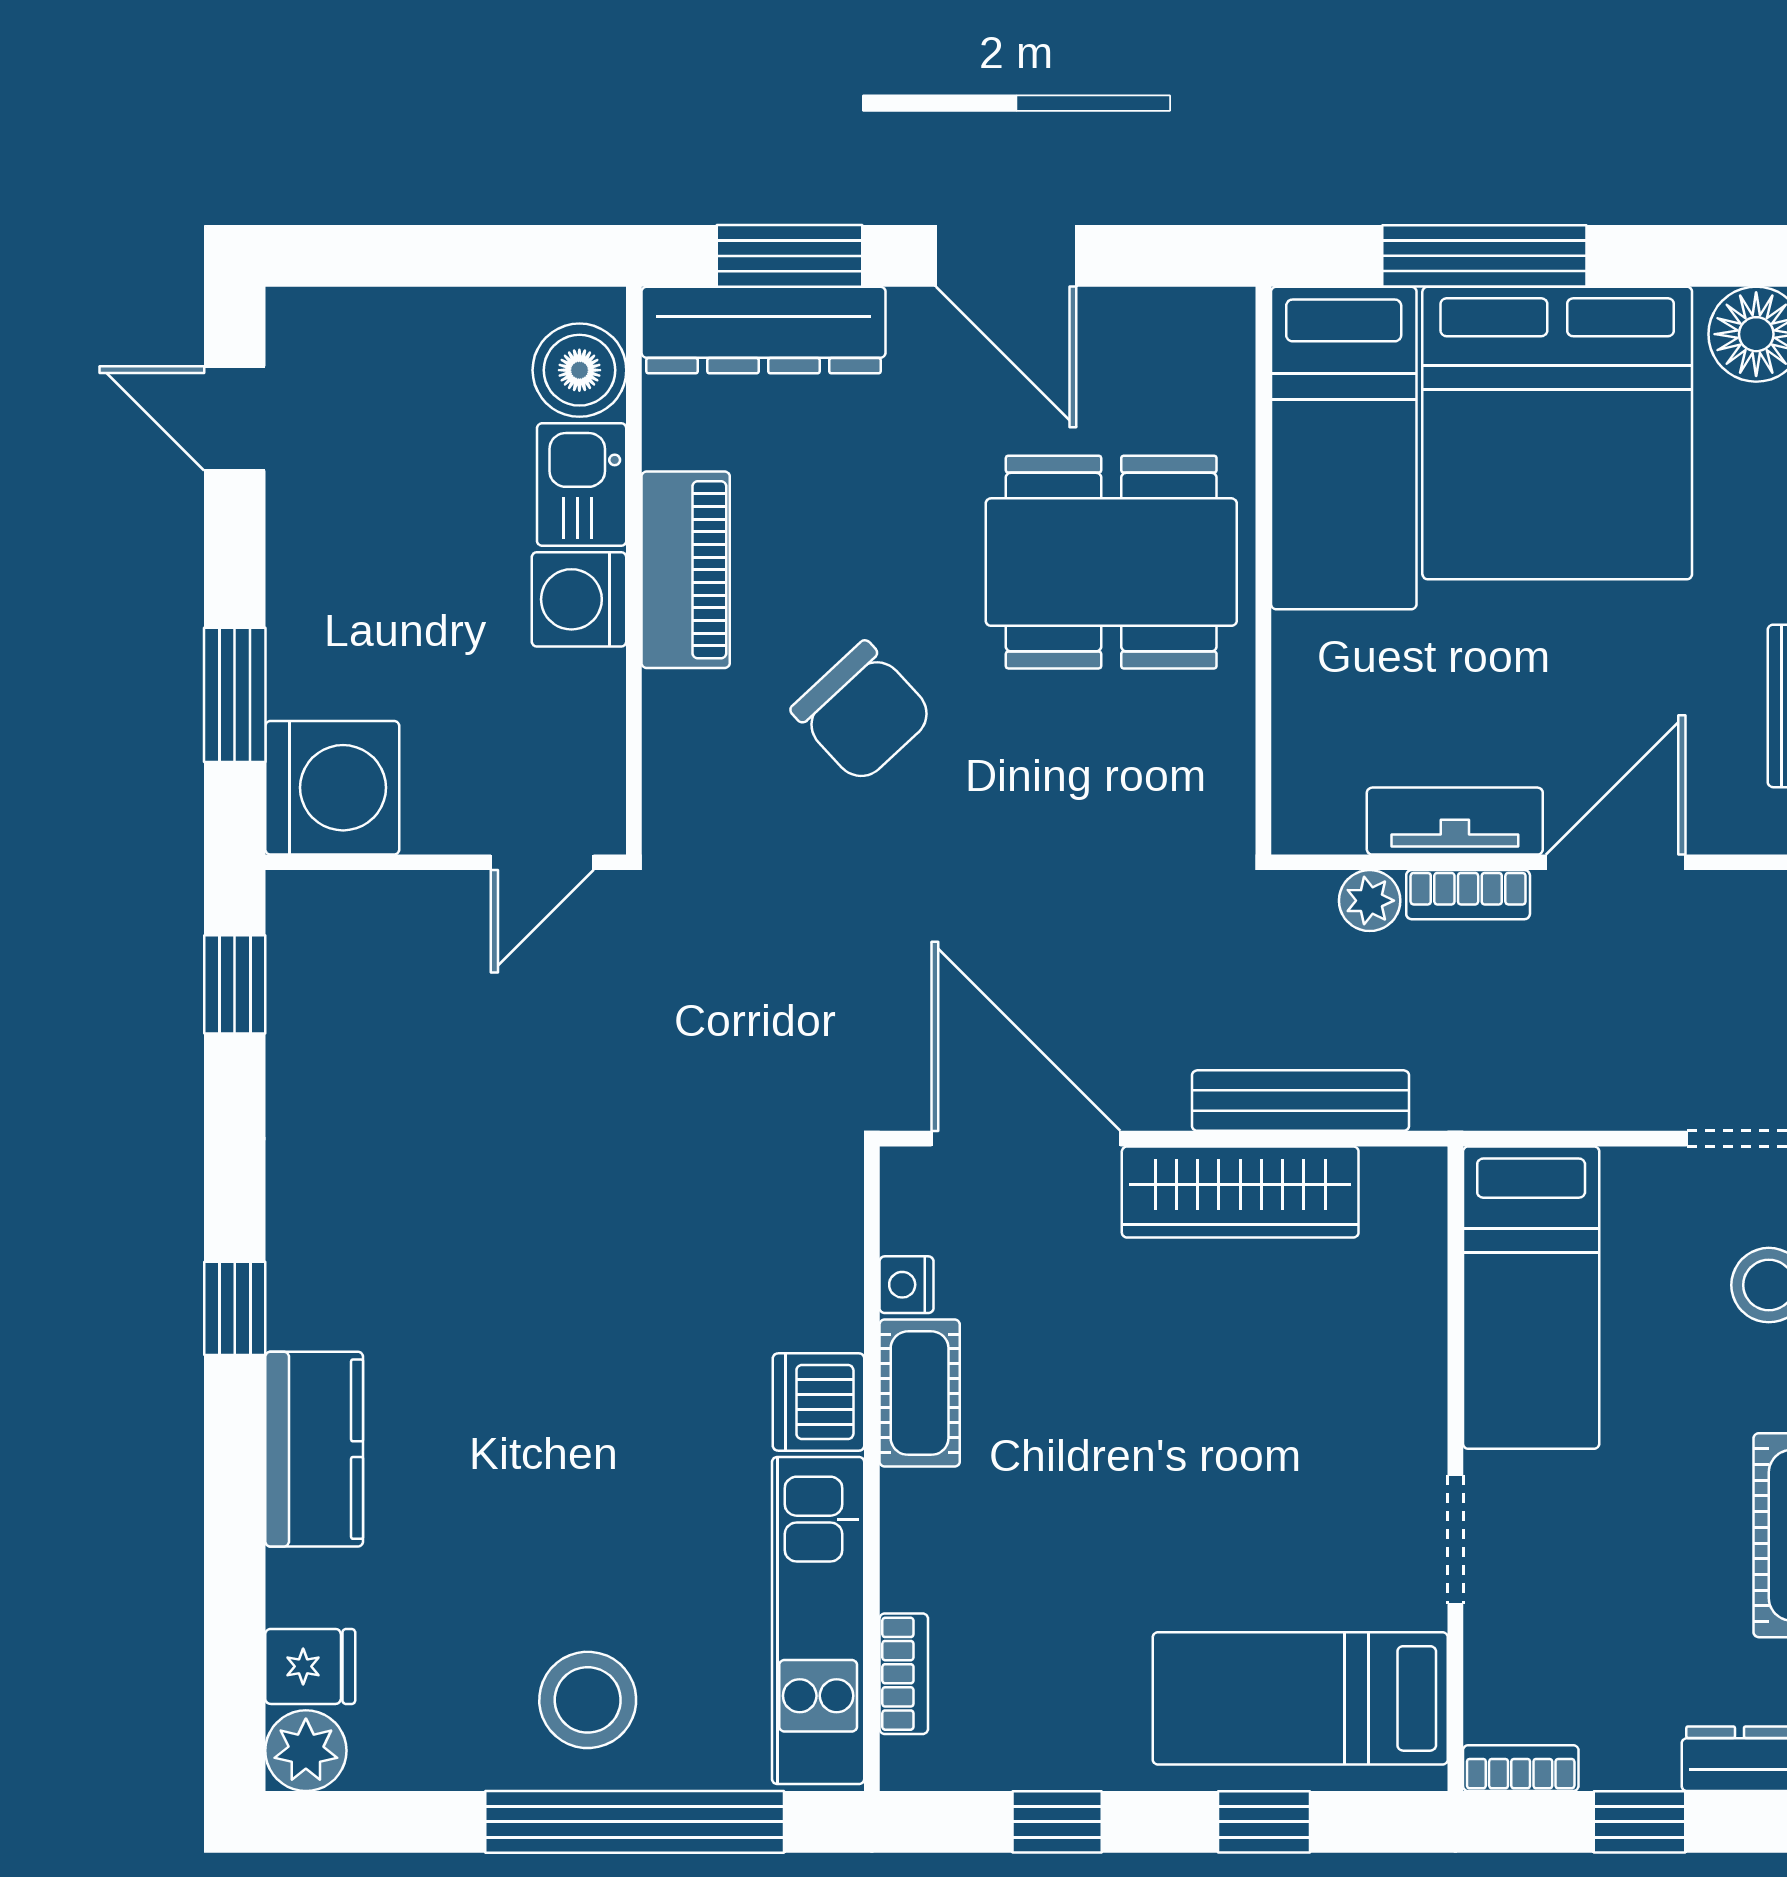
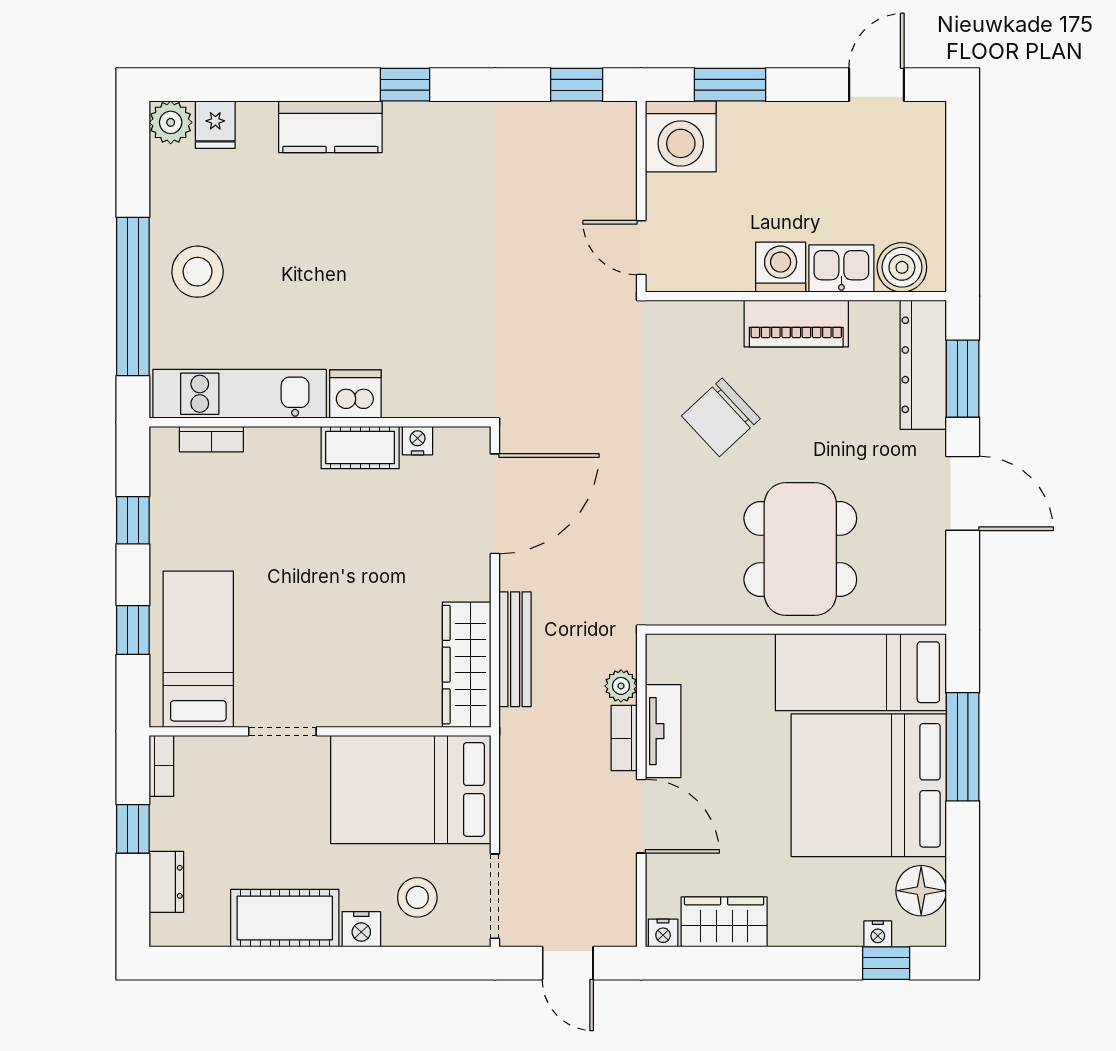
door: (1006, 256) -> (963, 493), swing flipped
wardrobe: (1240, 1192) -> (467, 665), moved
bed: (1531, 1298) -> (411, 789), width x1.50

